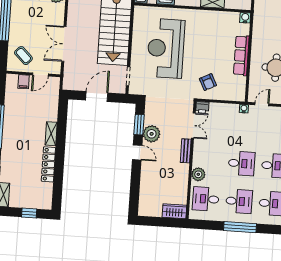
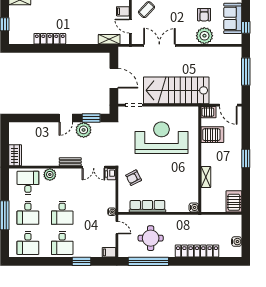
row of seats: (241, 56) -> (147, 206), moved
shelving: (51, 134) -> (109, 39), moved

